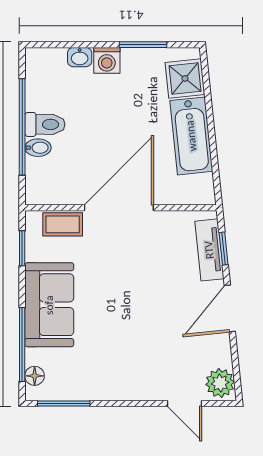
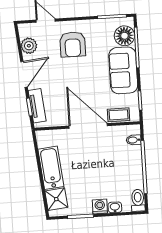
toilet: (45, 124) -> (138, 200), moved, turned 90
bidet: (38, 148) -> (134, 140), moved
door: (119, 208) -> (88, 126), swing flipped
armchair: (138, 357) -> (73, 44), added
floor lamp: (35, 376) -> (124, 36), width x1.89, depth x1.89
plant: (220, 383) -> (29, 46), moved

